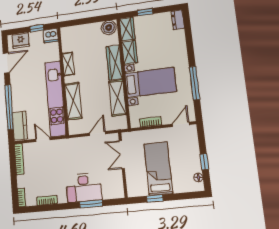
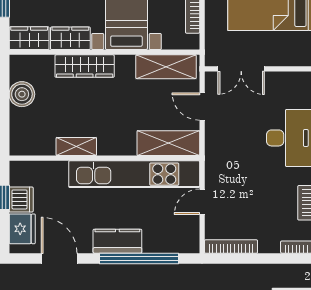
boiler: (109, 28) -> (22, 94), moved
dishwasher: (51, 36) -> (21, 199), moved
shelving: (117, 98) -> (166, 67), moved
shelving: (73, 101) -> (168, 143), moved
kitchen counter: (20, 126) -> (117, 241), moved

